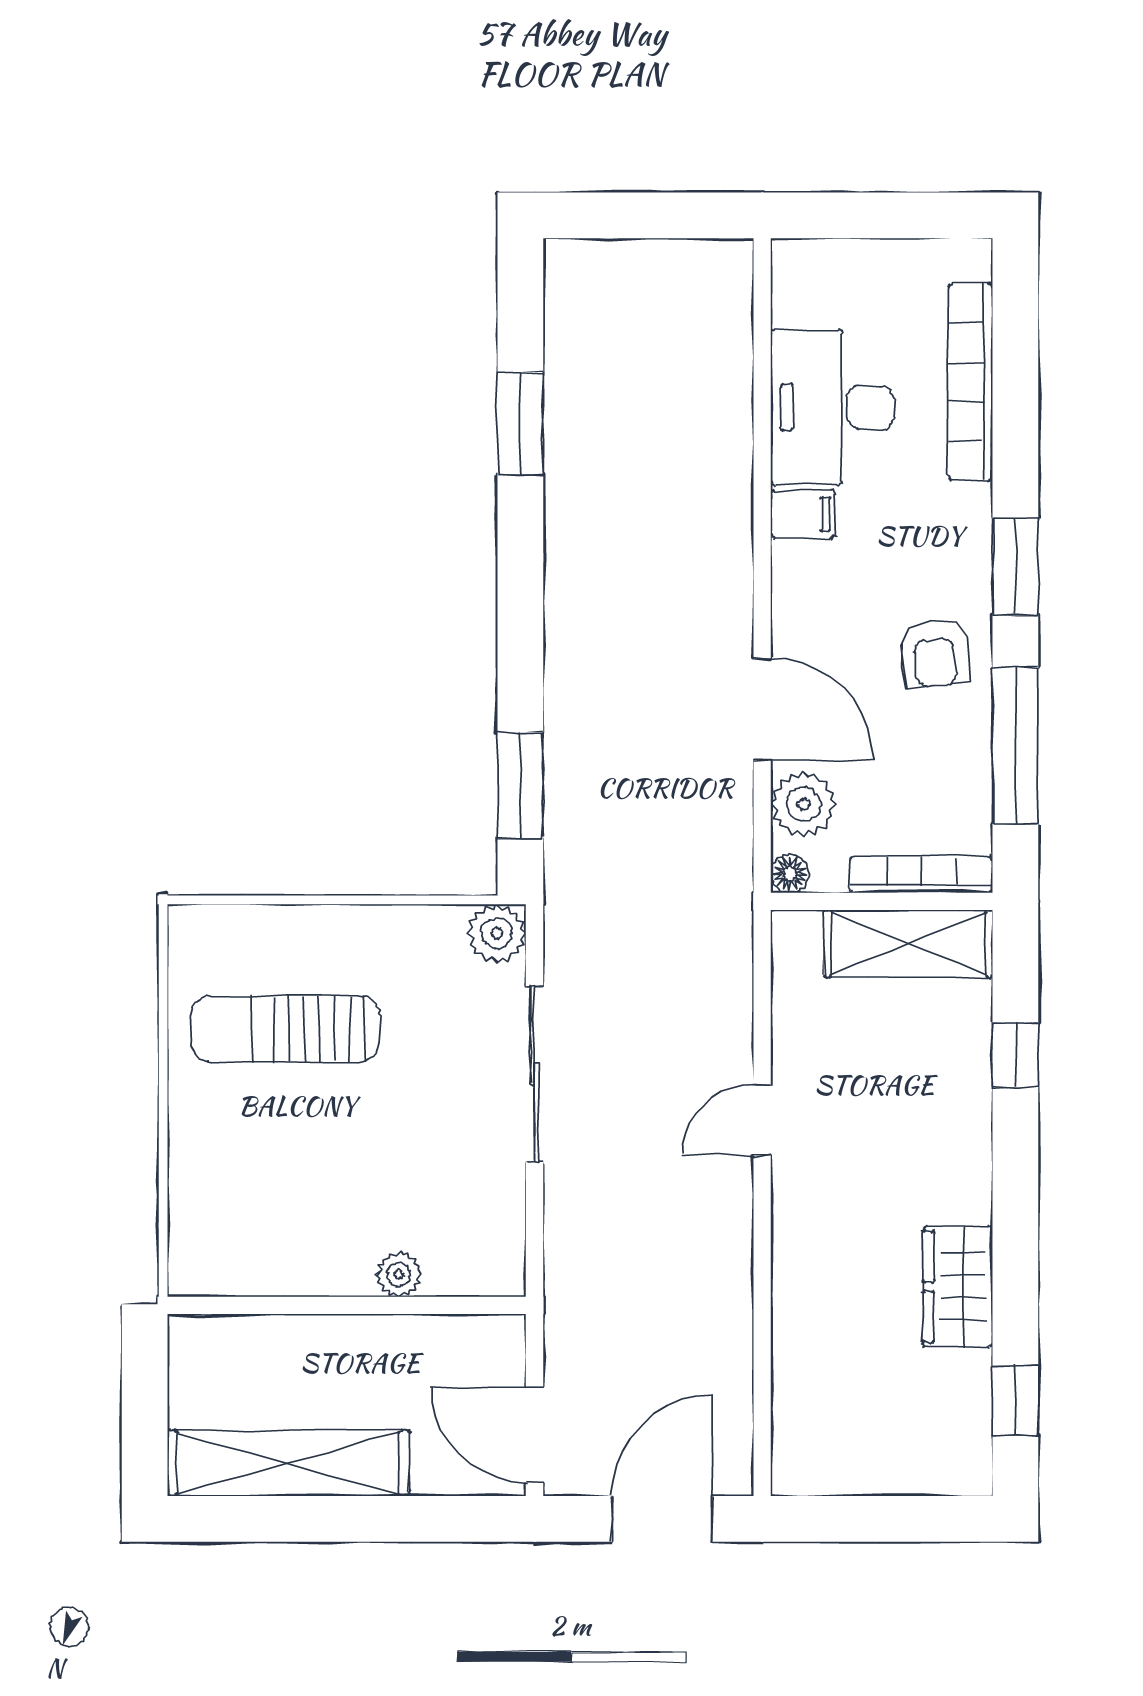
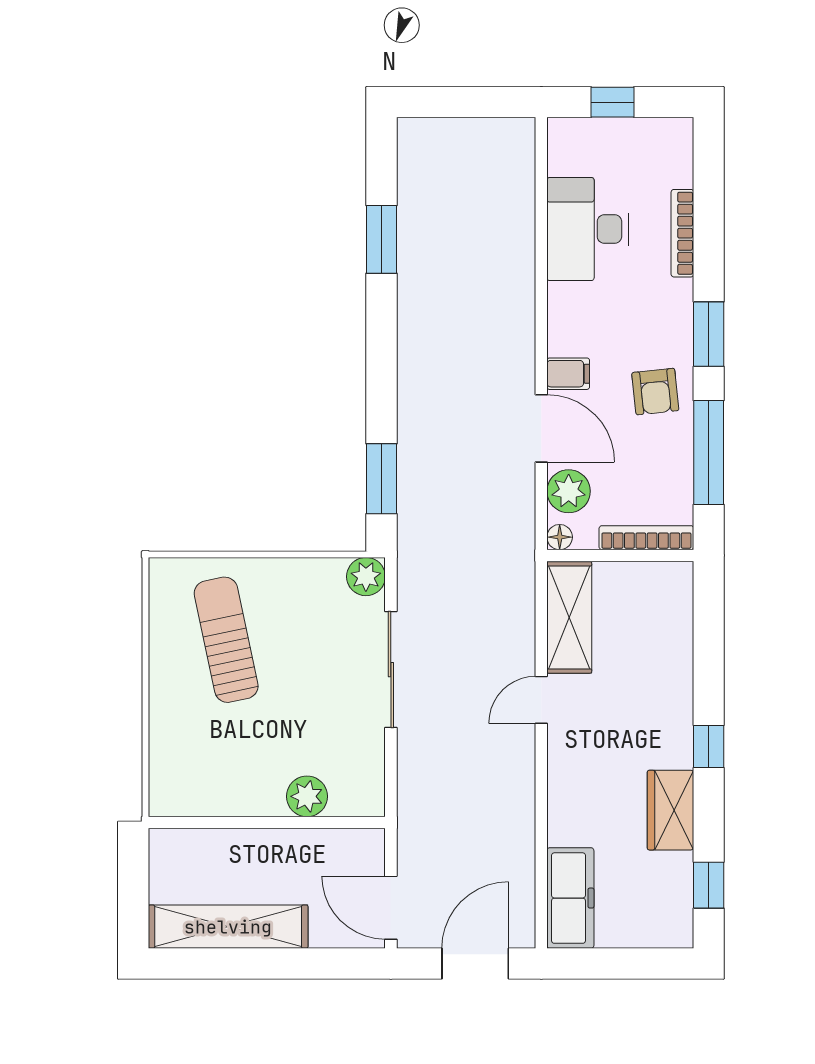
window: (870, 215) -> (612, 102), added
bookcase: (970, 382) -> (682, 233), width x0.68, depth x0.76
filing cabinet: (803, 514) -> (568, 374), moved
shelving: (908, 944) -> (569, 617), moved, turned 90
sun lounger: (285, 1029) -> (226, 640), turned 78
window: (1015, 1055) -> (709, 746), moved
plant: (399, 1274) -> (307, 796), width x1.38, depth x1.38
freezer: (806, 1420) -> (570, 898), added

